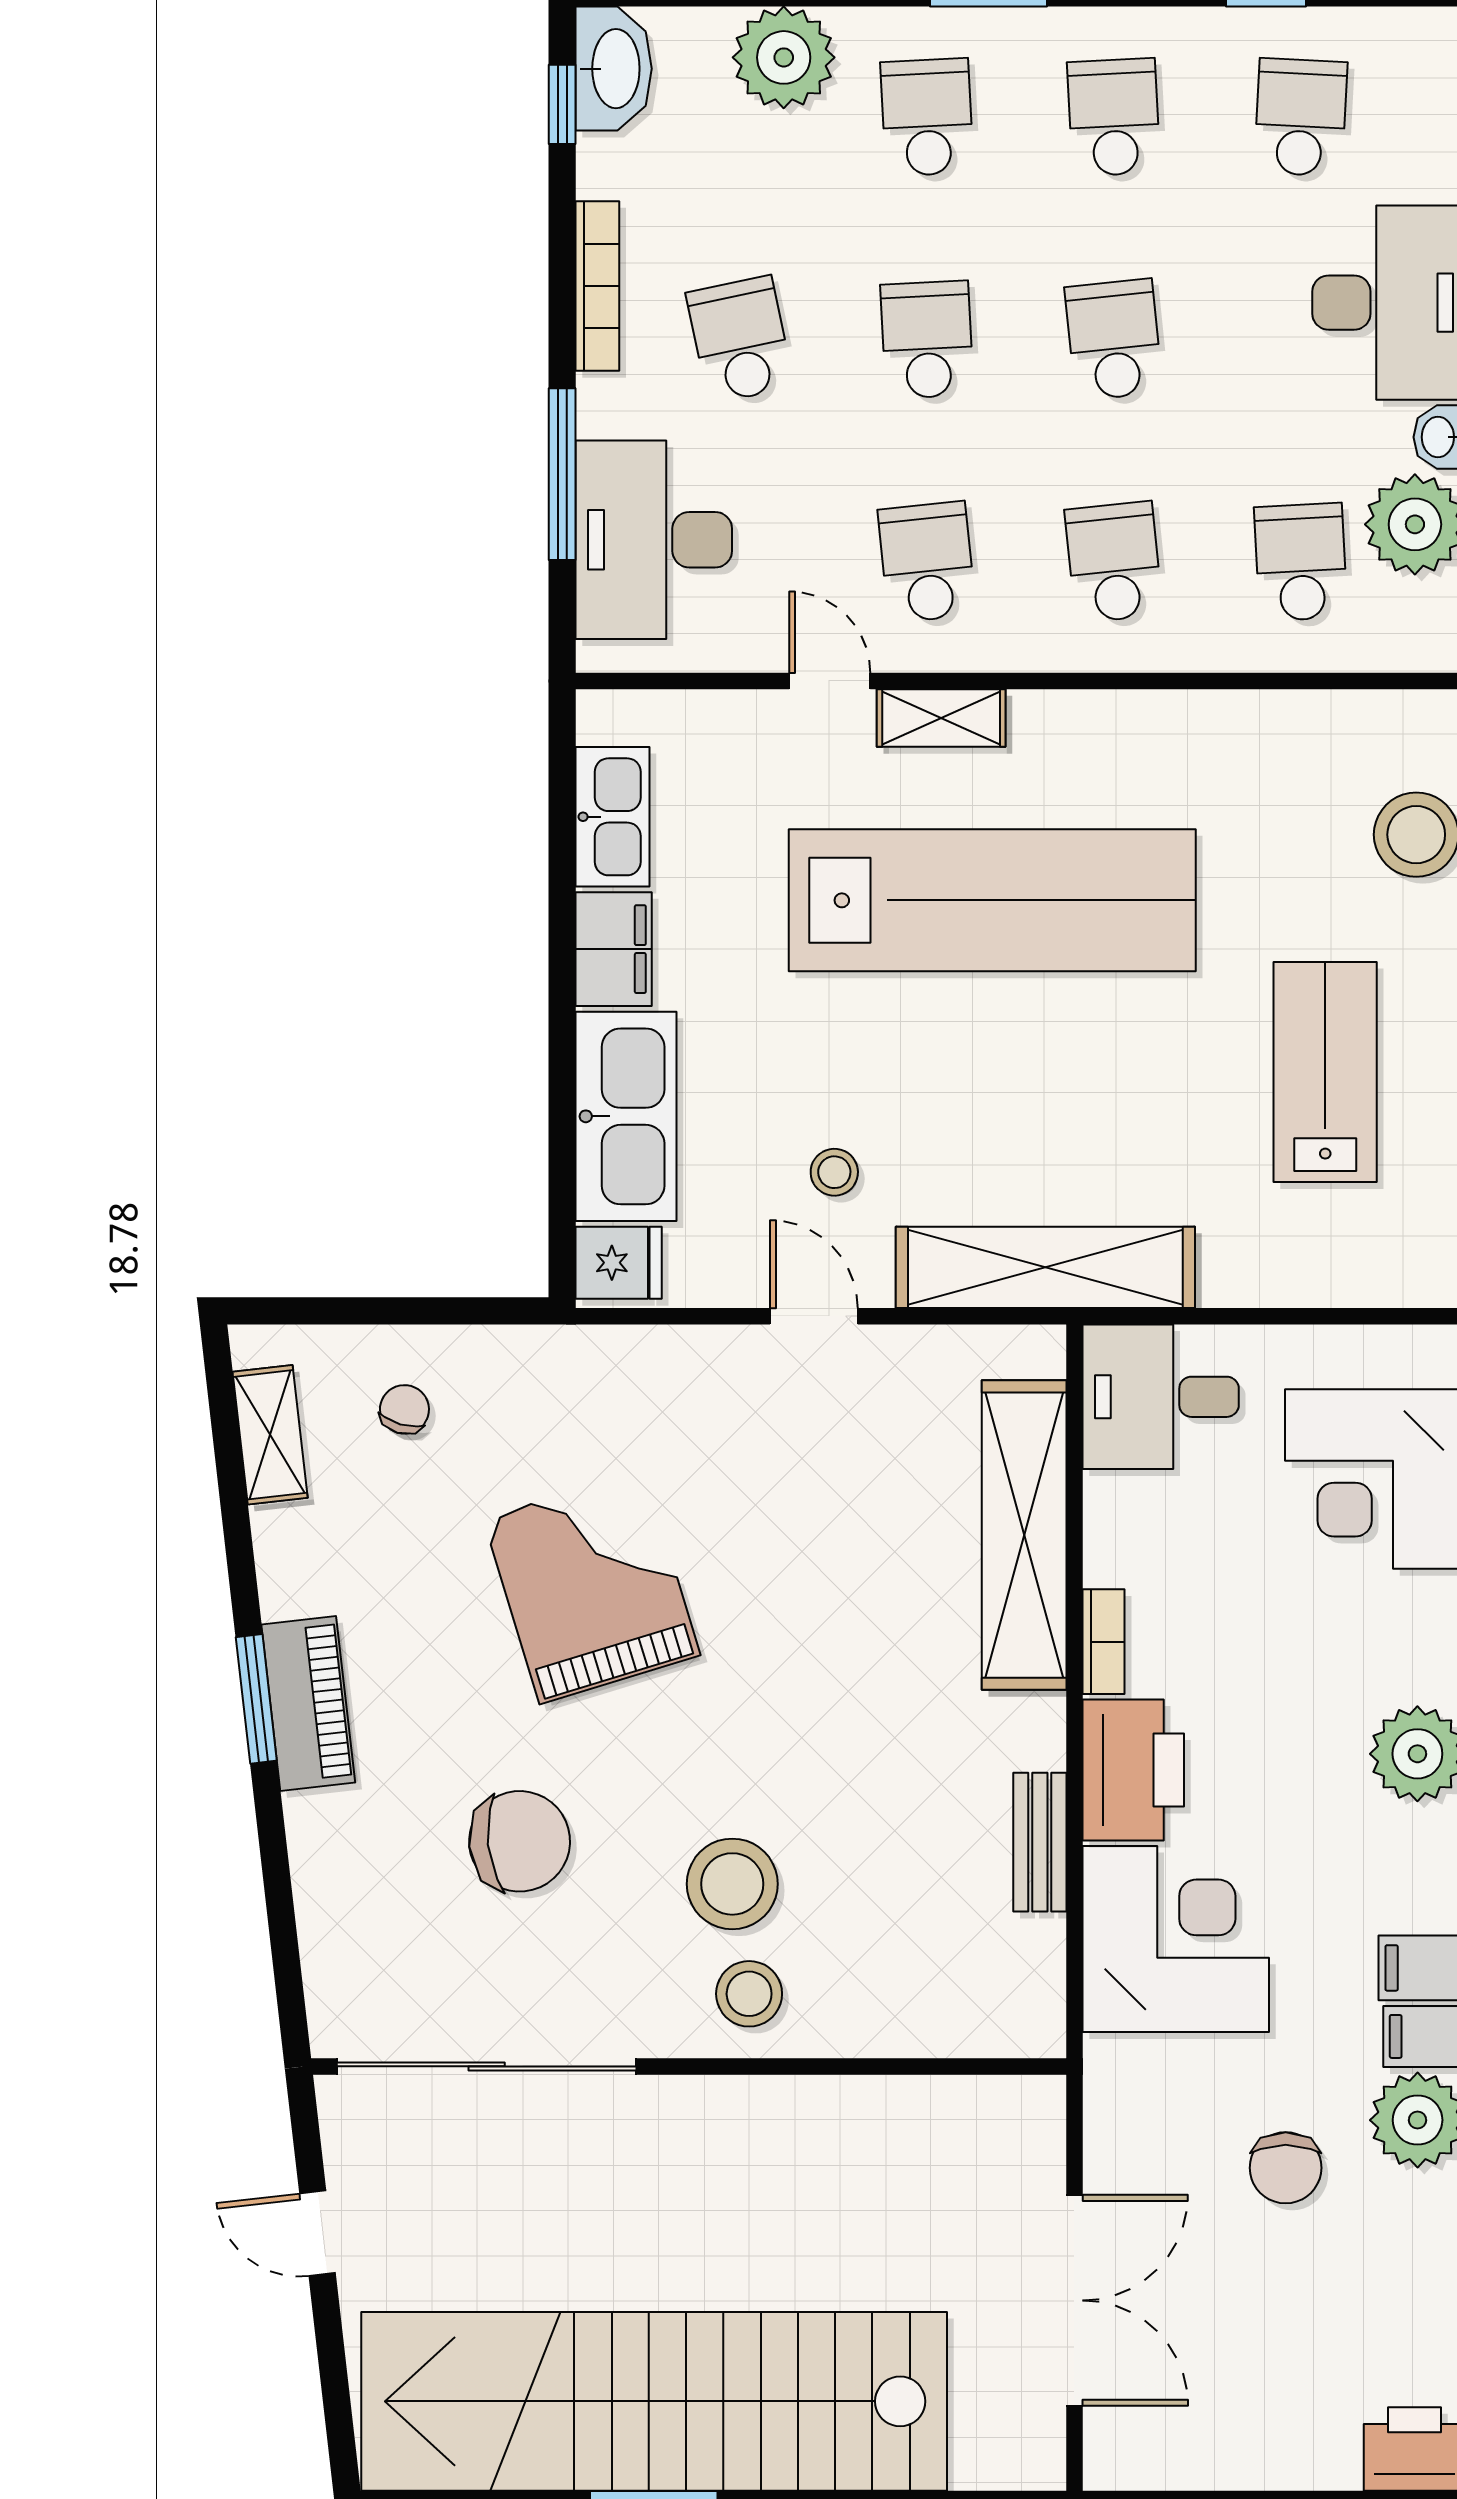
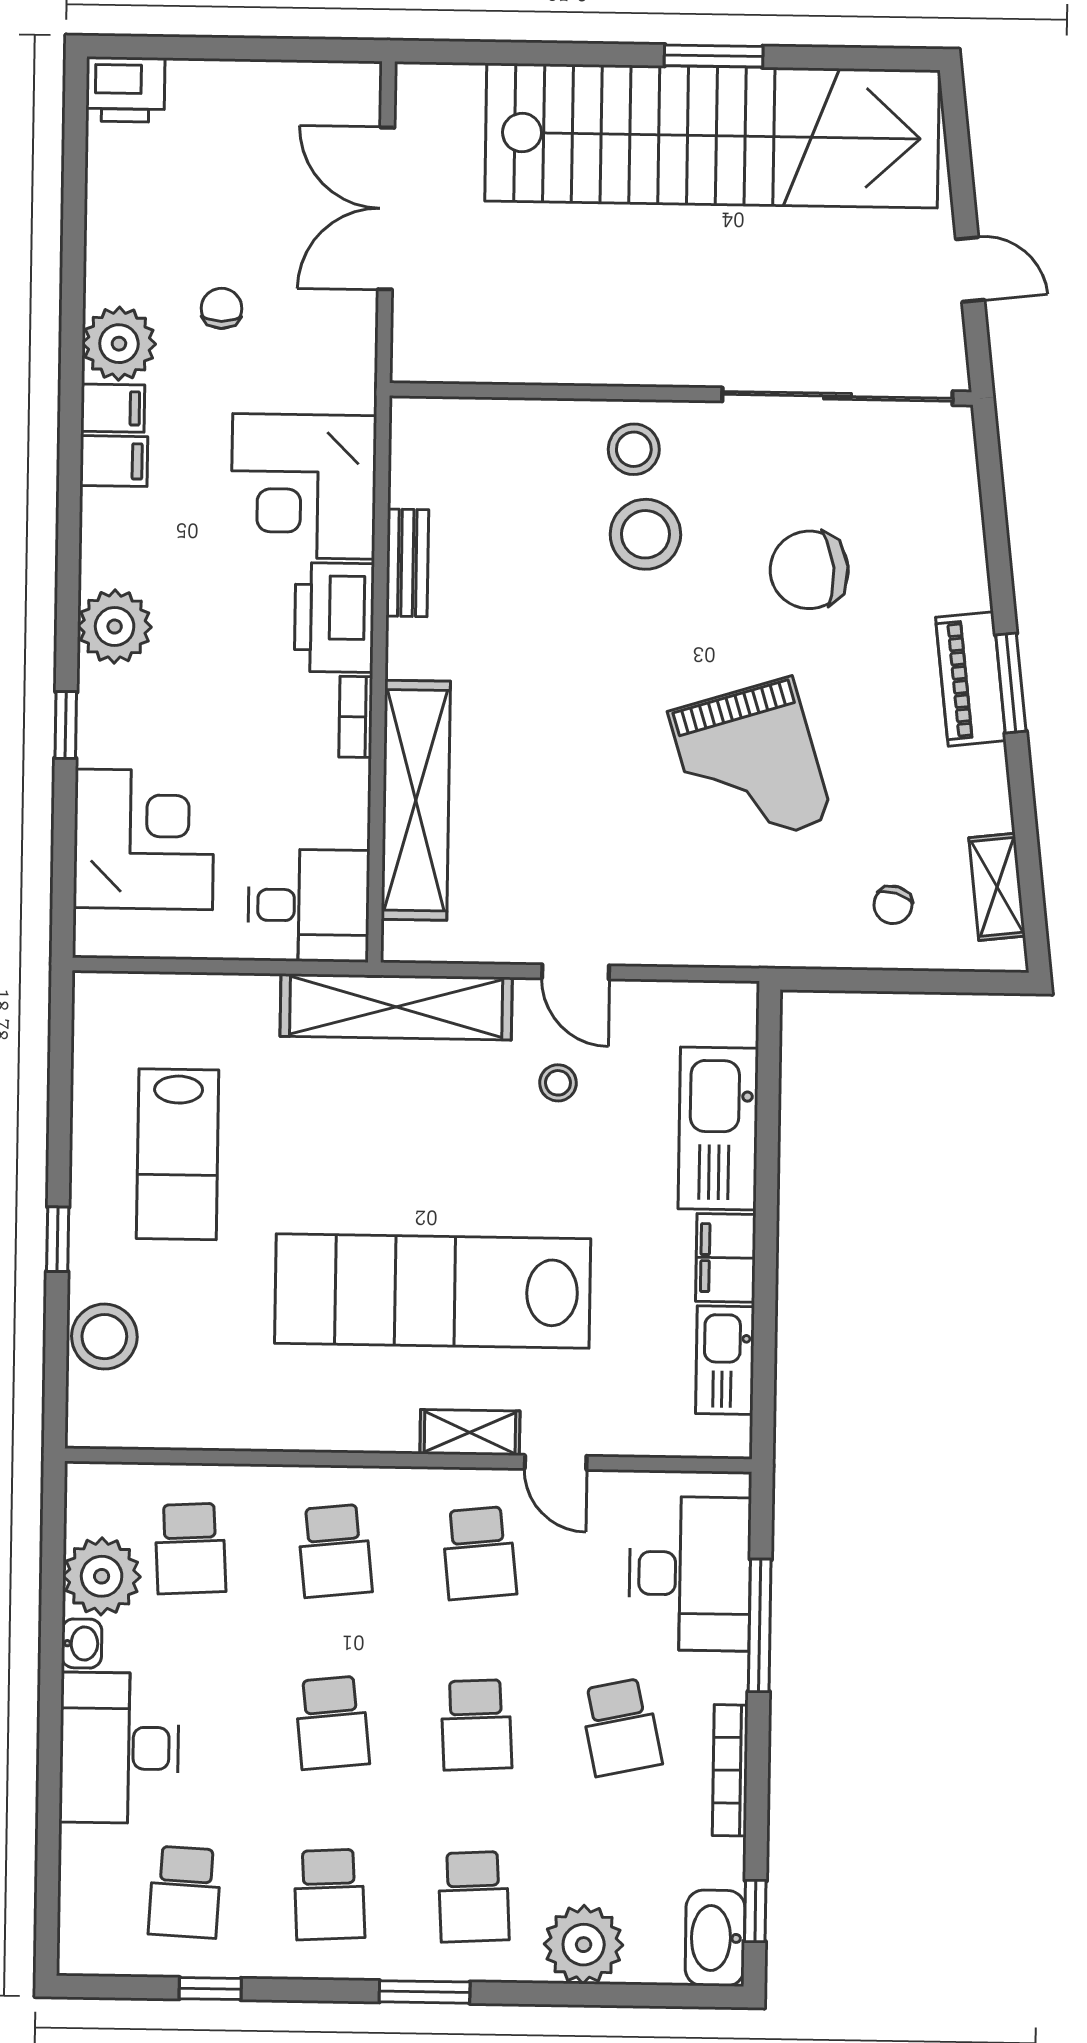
fridge: (619, 1263) -> (726, 1016), removed
chair: (1286, 2168) -> (221, 308), width x0.73, depth x0.73

